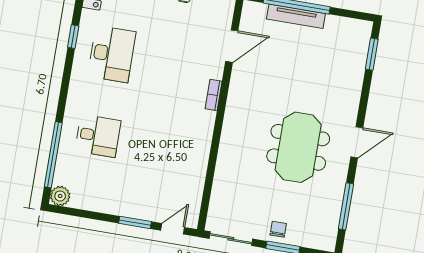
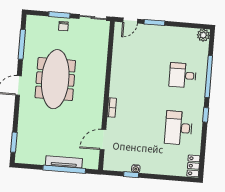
window: (73, 37) -> (206, 115), moved
meeting table: (298, 147) -> (55, 79), width x1.36
window: (53, 155) -> (209, 77), moved

